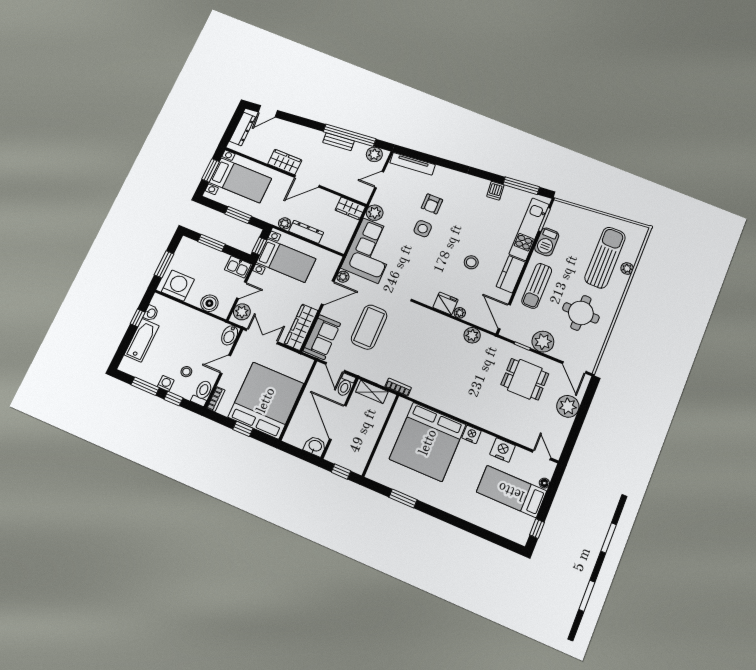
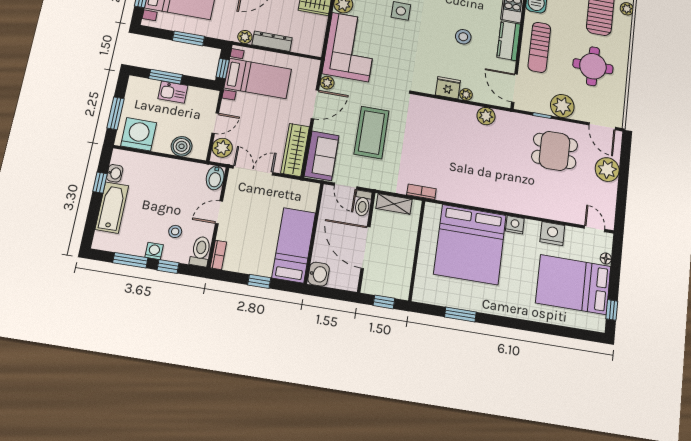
kitchen sink: (238, 267) -> (173, 92), moved
bed: (266, 400) -> (294, 245), width x0.49
washbasin: (315, 446) -> (319, 274), moved, turned 90
bed: (511, 491) -> (573, 285), width x1.50

